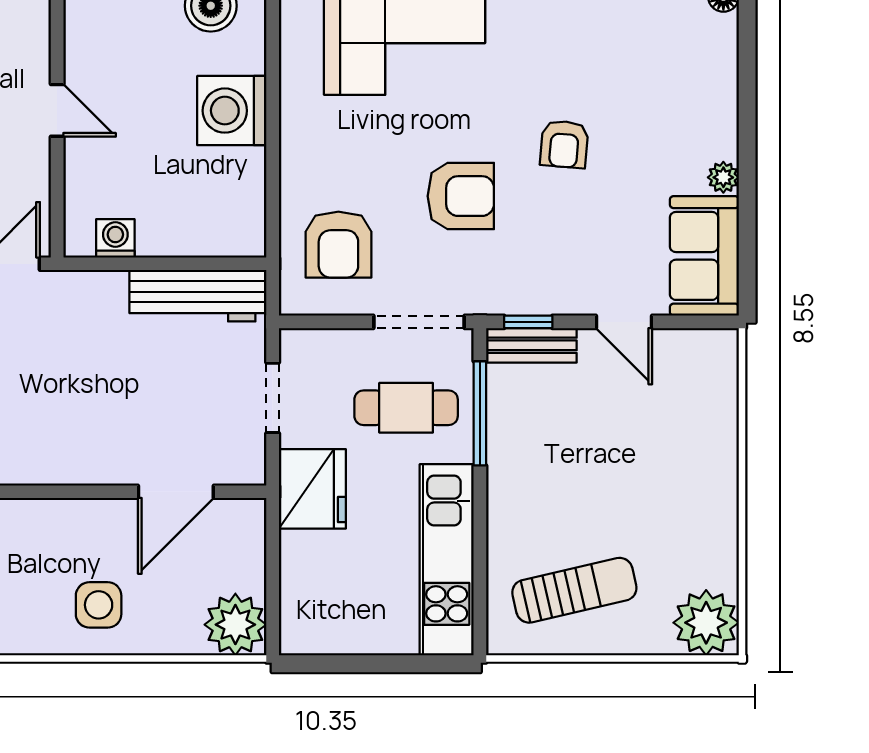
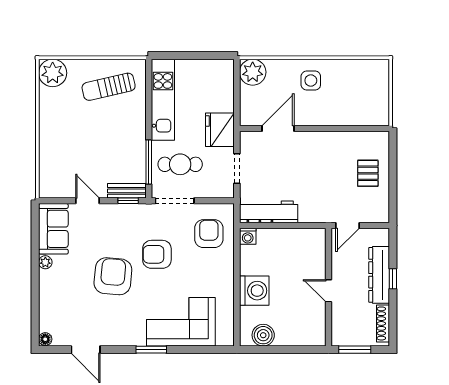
armchair: (564, 144) -> (113, 276), width x1.88, depth x1.88
washing machine: (115, 238) -> (248, 236), moved

